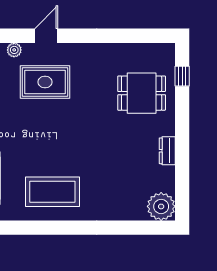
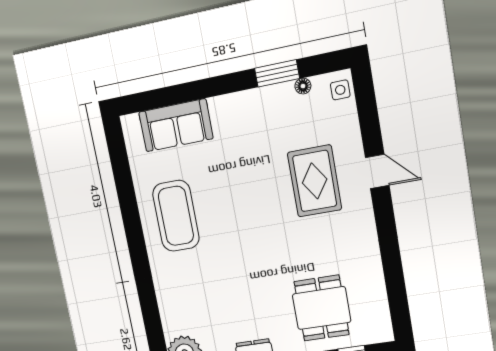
plant: (14, 50) -> (351, 132), removed

